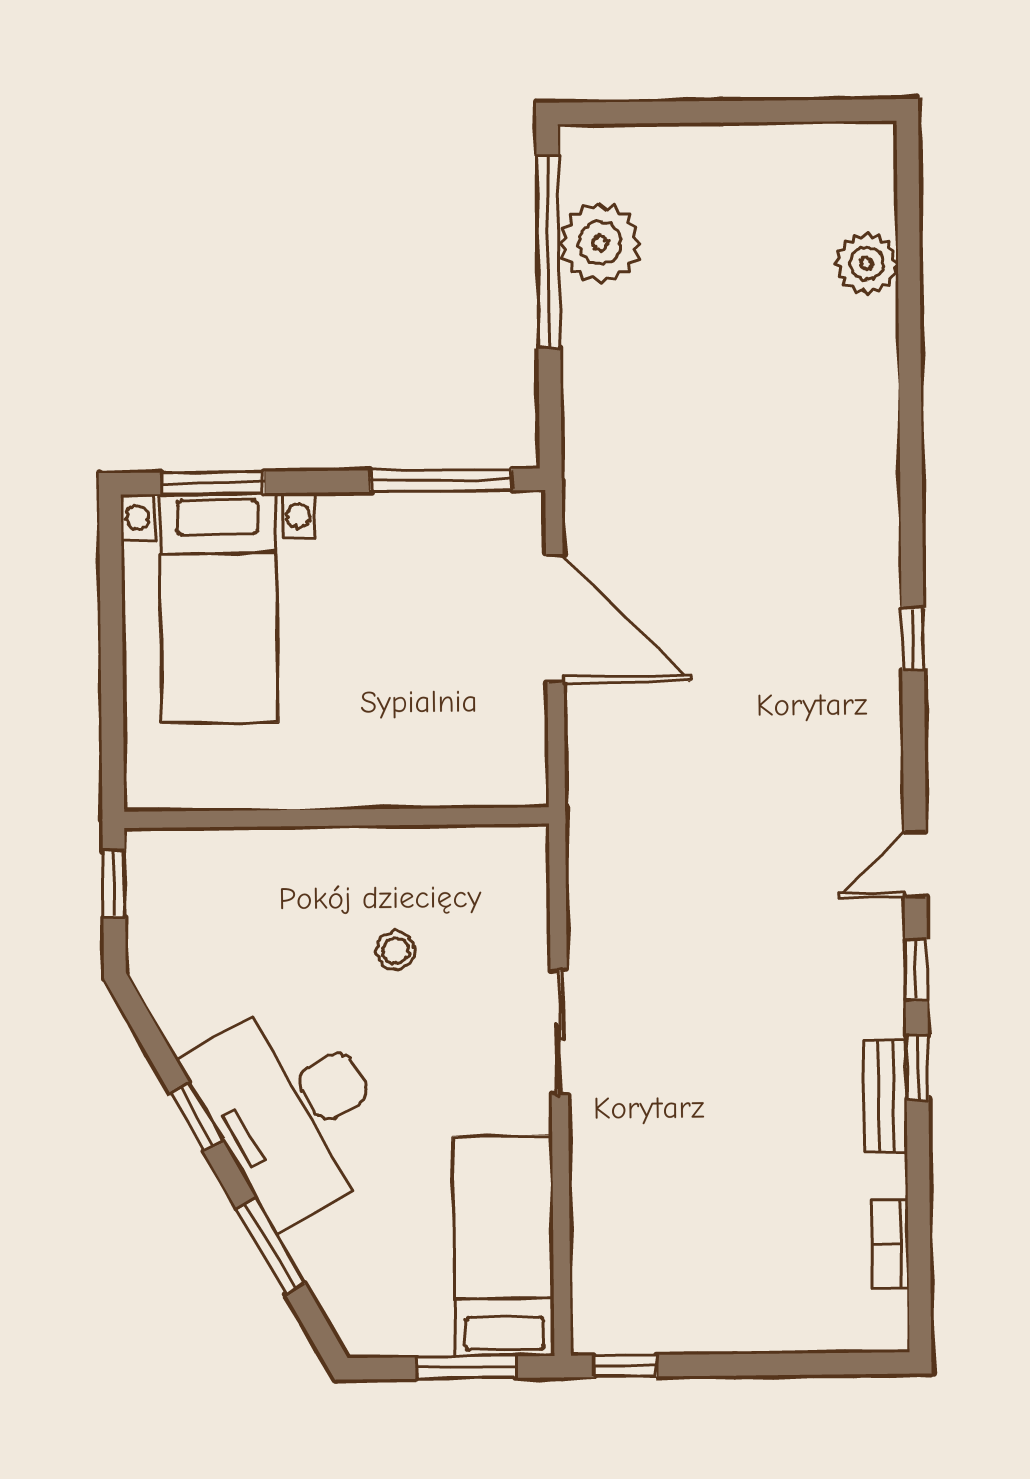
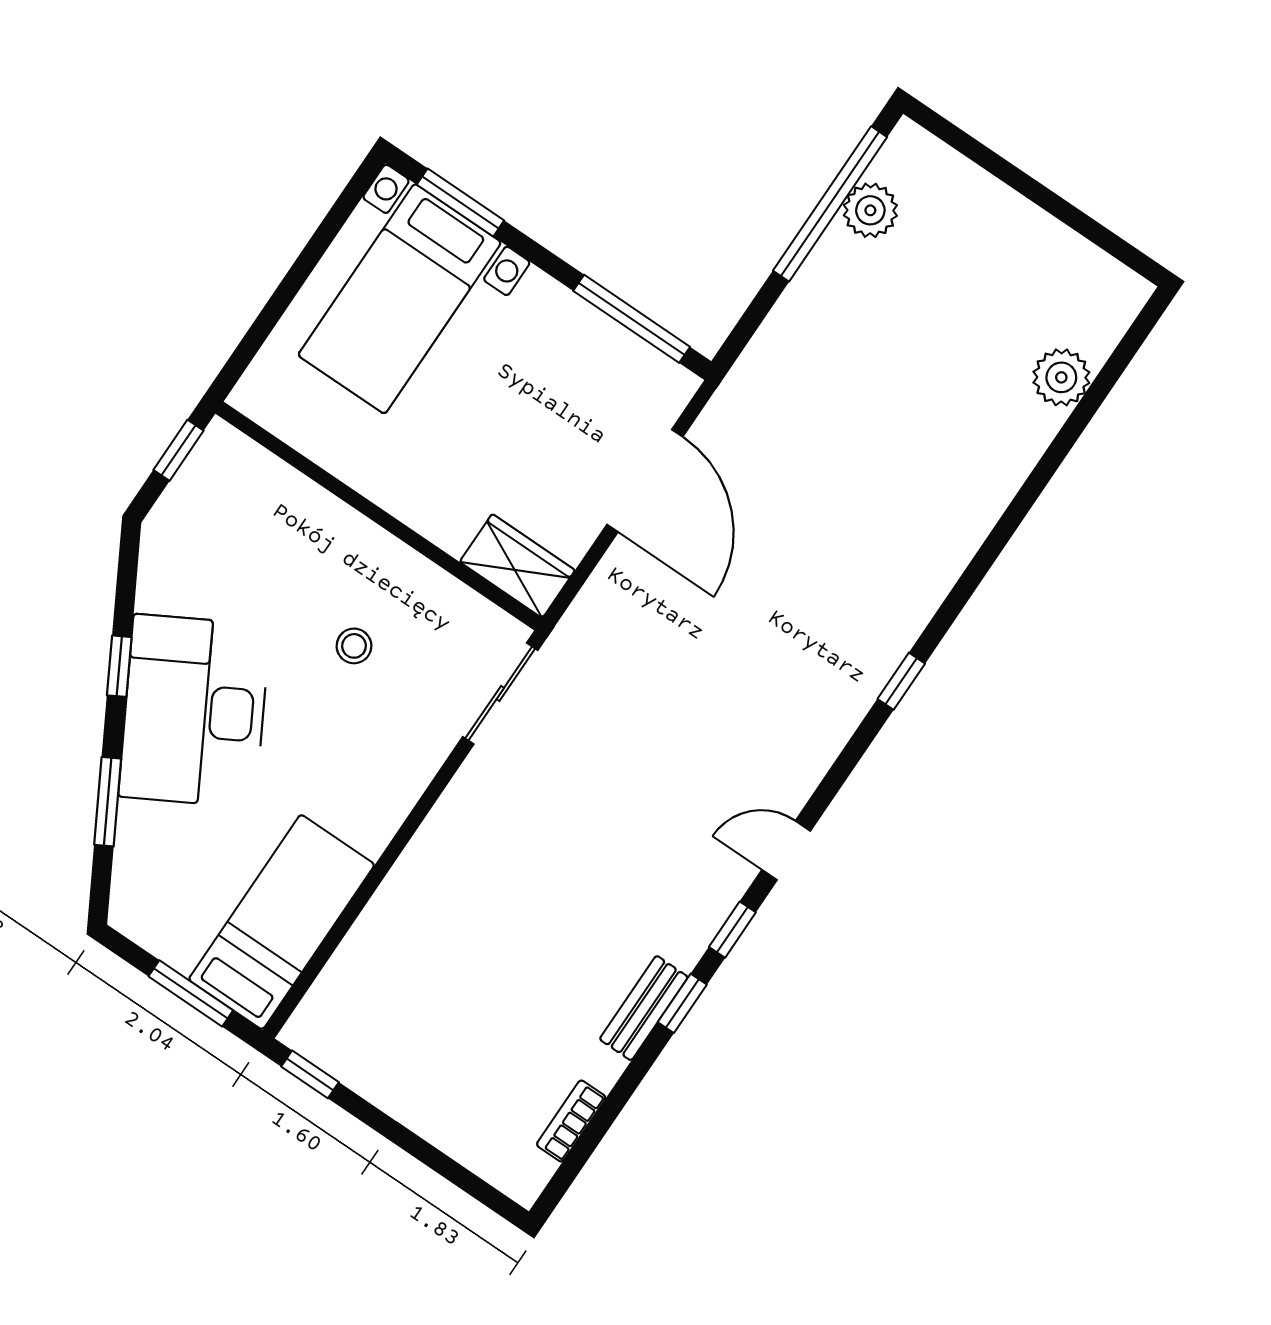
plant: (600, 243) -> (870, 210), width x0.73, depth x0.73
wardrobe: (493, 776) -> (517, 566), added
sliding door: (559, 1032) -> (500, 694), moved

